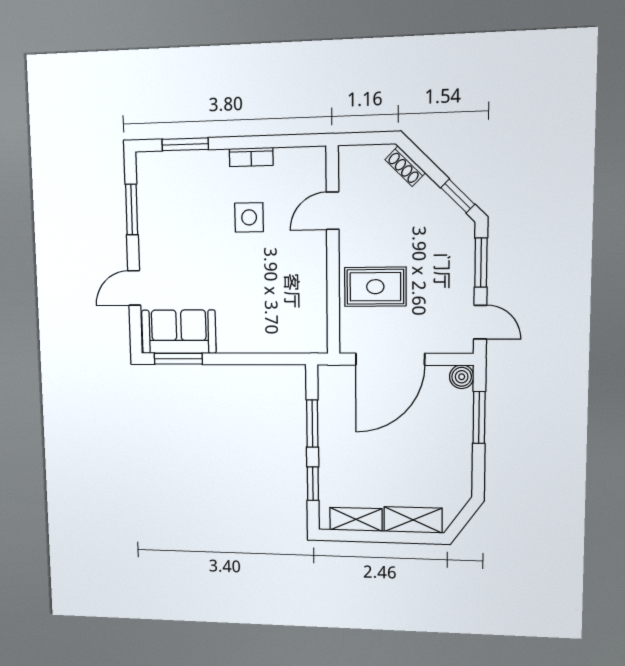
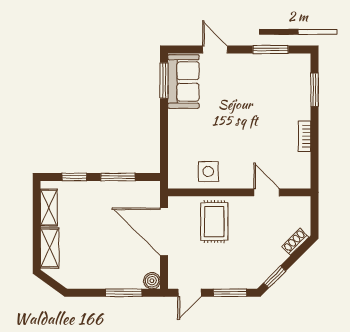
side table: (249, 217) -> (208, 171), moved

